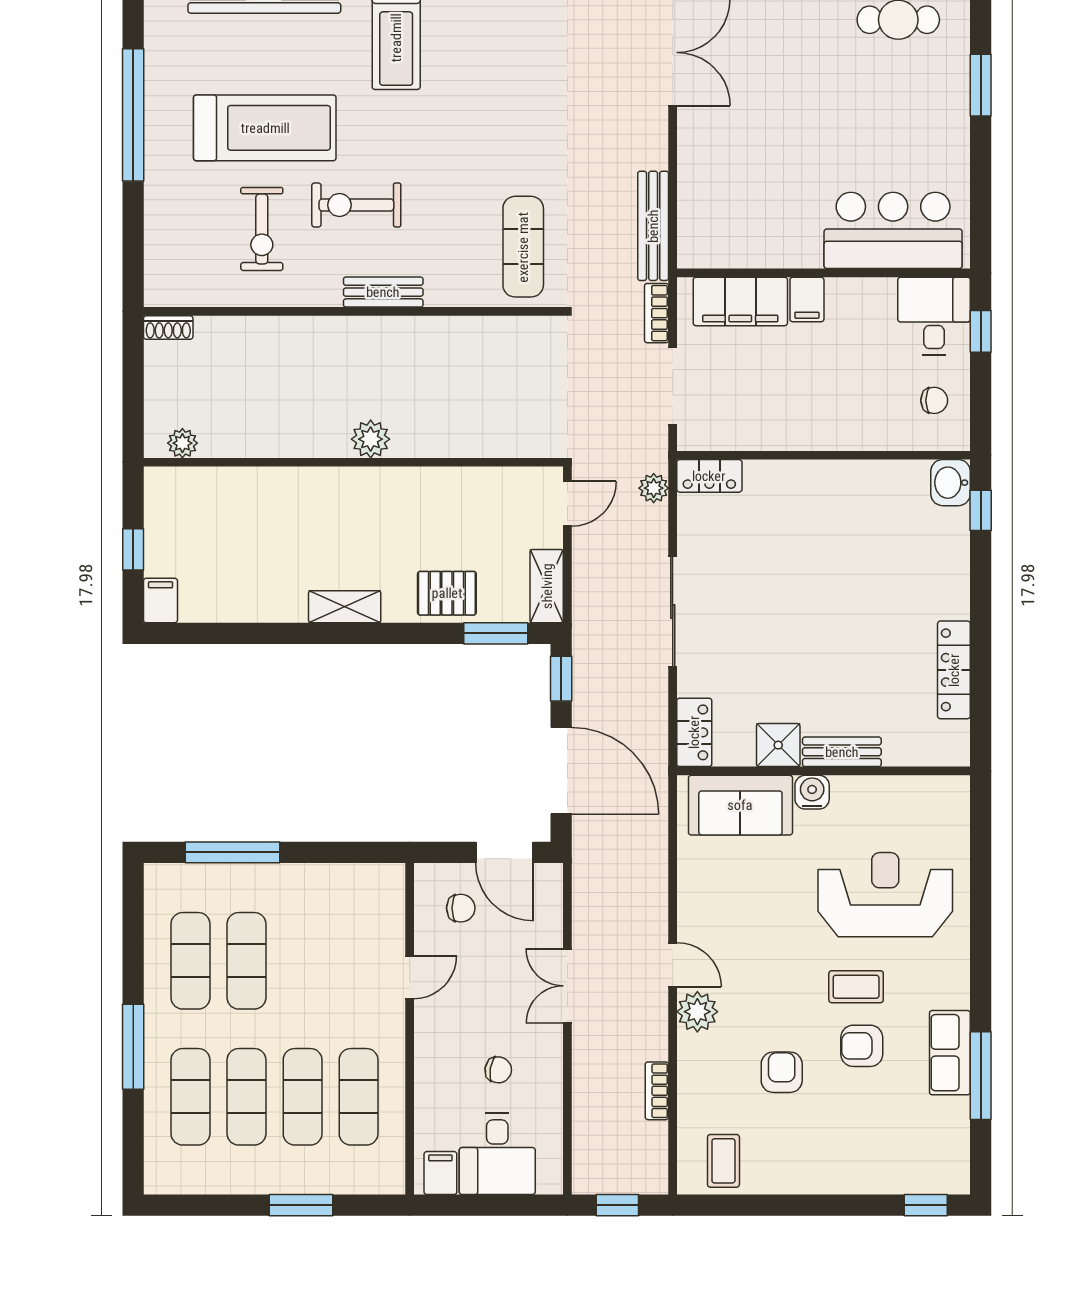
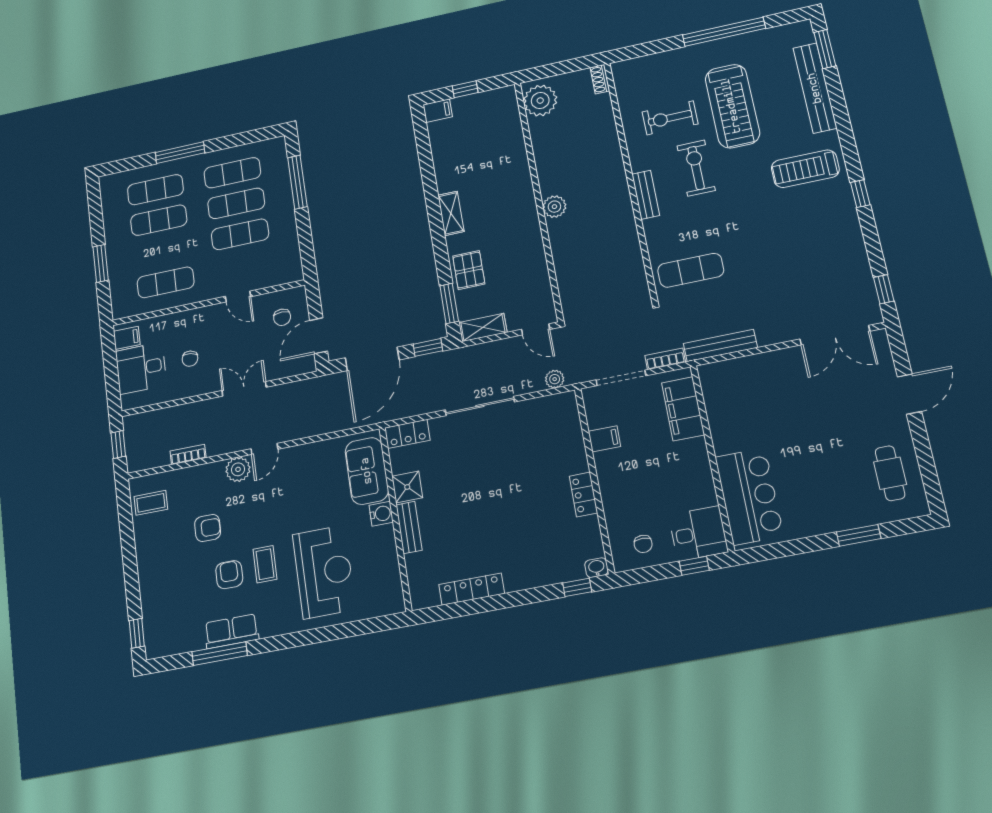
filing cabinet: (807, 299) -> (604, 439), moved, turned 180
plant: (182, 443) -> (540, 101), width x1.87, depth x1.87
locker: (709, 476) -> (583, 494), moved
washbasin: (951, 483) -> (596, 568), width x0.72, depth x0.69
exercise mat: (303, 1097) -> (240, 234), moved

